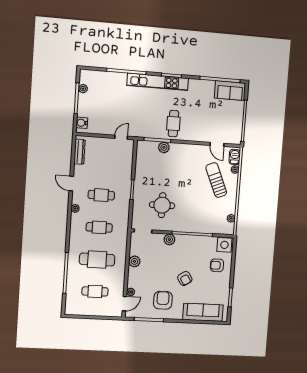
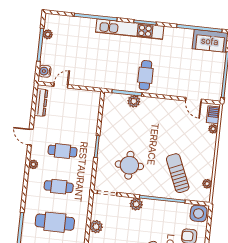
door: (121, 137) -> (61, 86), moved
sun lounger: (216, 180) -> (178, 173), moved

